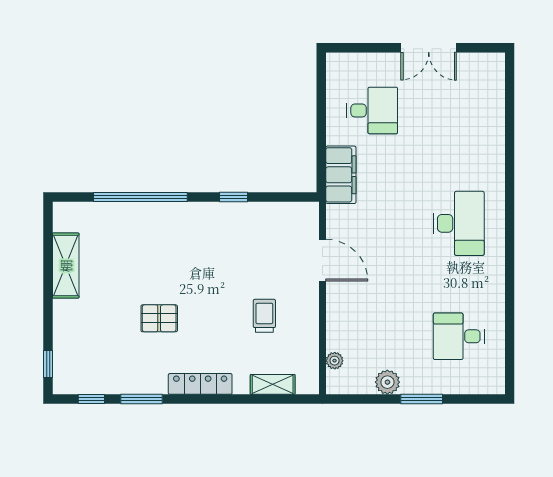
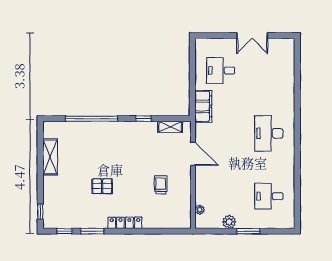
desk: (372, 110) -> (221, 70), turned 180
desk: (459, 223) -> (269, 133), turned 180
shelving: (273, 384) -> (170, 127), moved

